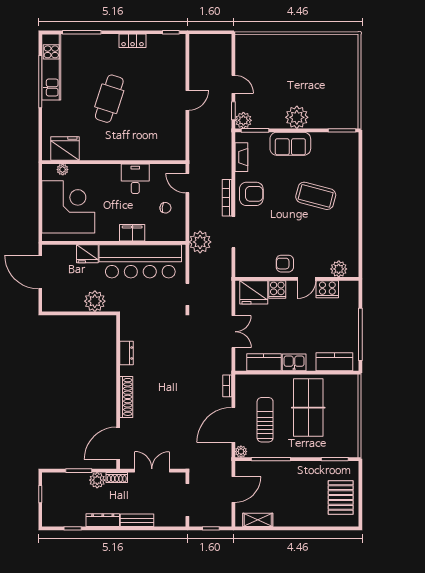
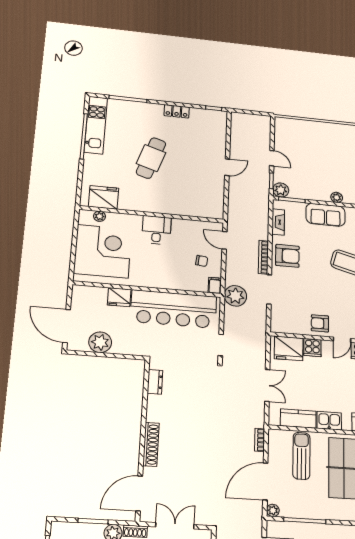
plant: (297, 117) -> (337, 197), width x0.53, depth x0.53
desk: (135, 179) -> (156, 230), moved
filing cabinet: (132, 233) -> (215, 285), moved, width x0.50
door: (40, 272) -> (67, 326), moved
plant: (95, 301) -> (100, 342), moved
dresser: (127, 353) -> (155, 382), moved
sun lounger: (265, 420) -> (301, 456), moved

